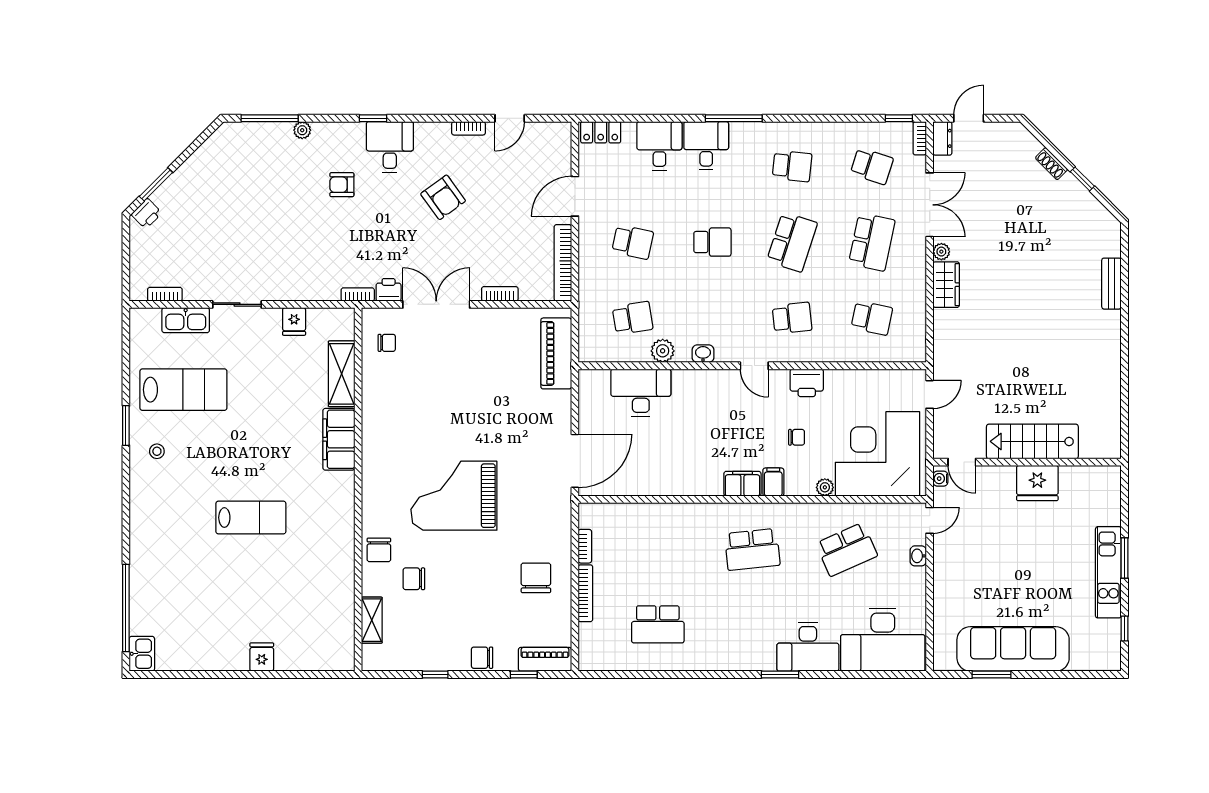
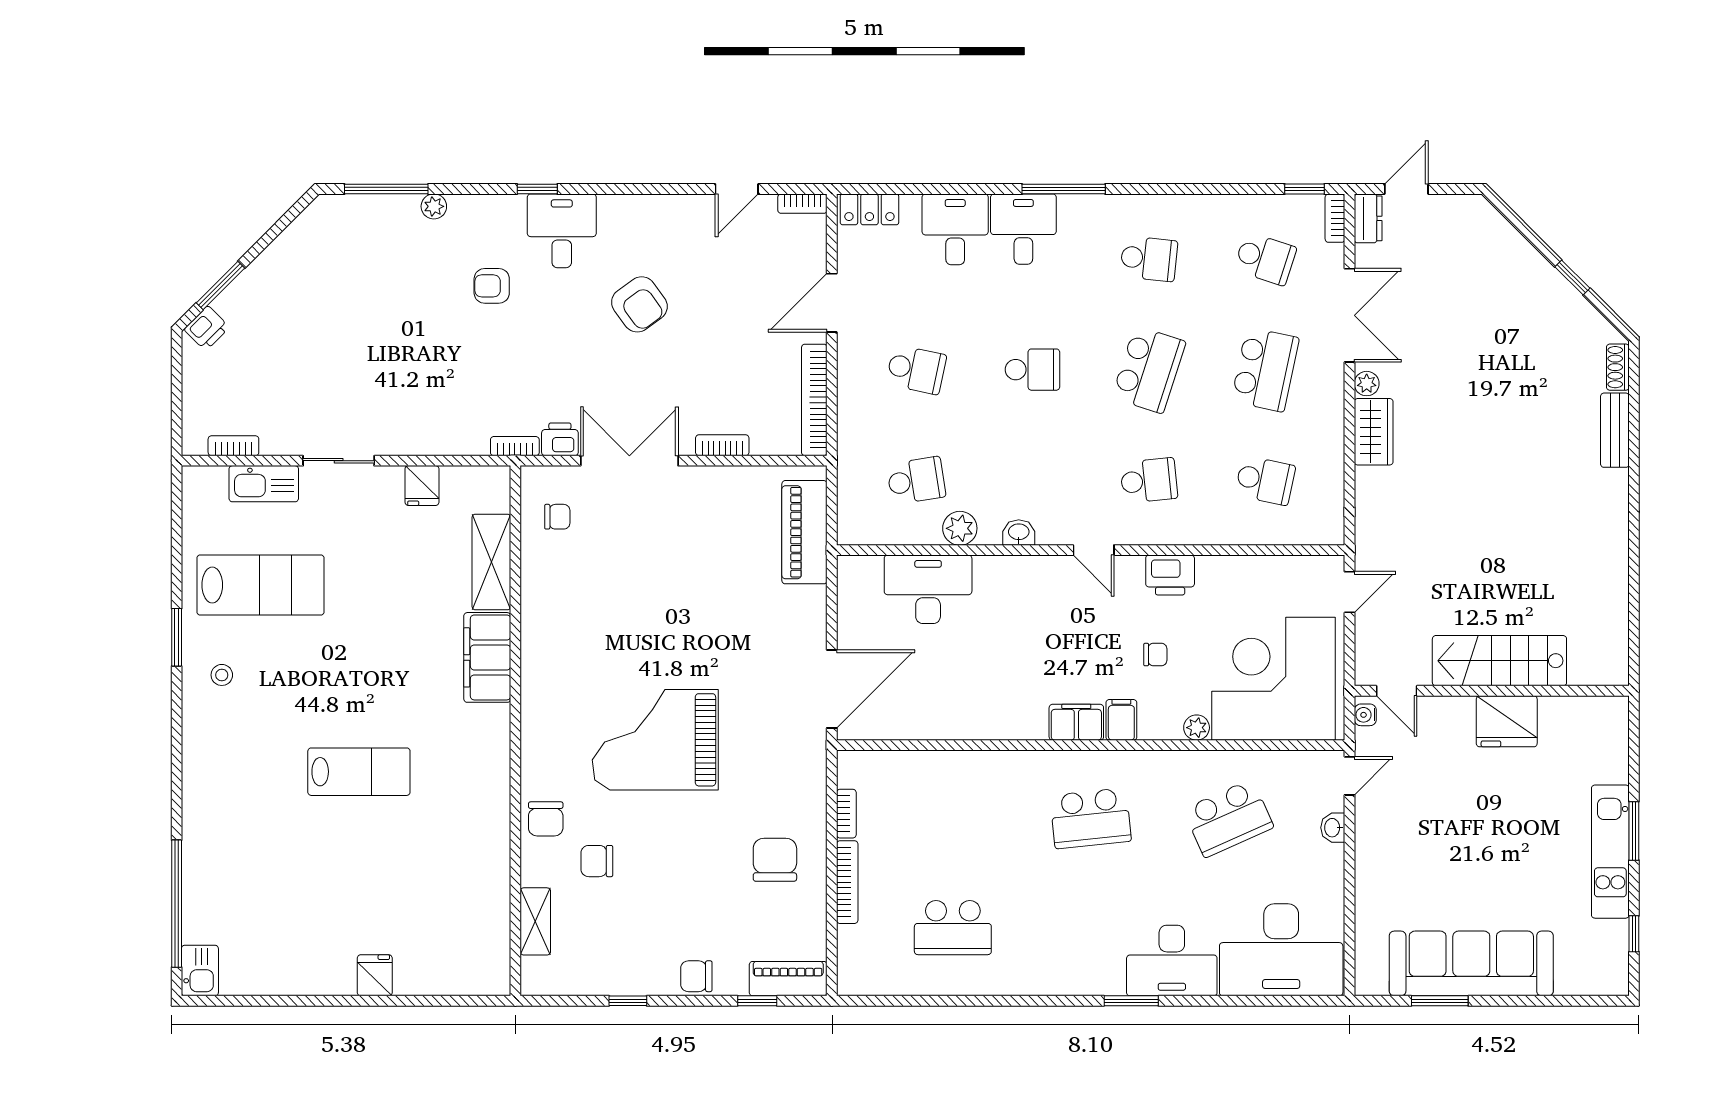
bookcase: (468, 128) -> (802, 204), moved
shoe rack: (1051, 164) -> (1618, 367), moved, turned 45

